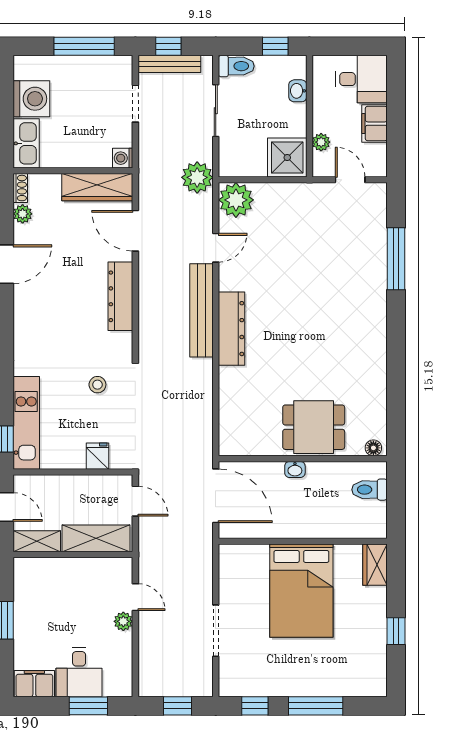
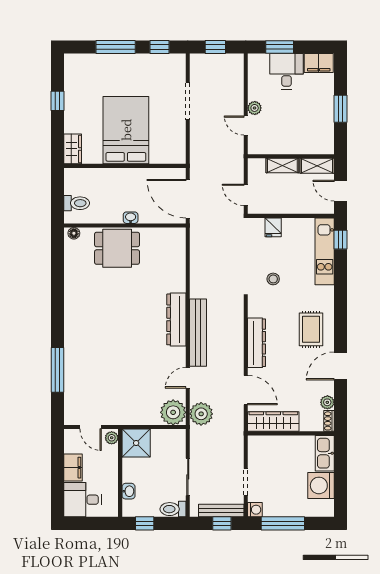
plant: (321, 142) -> (112, 438), moved
washing machine: (123, 158) -> (255, 510), moved
plant: (197, 177) -> (201, 414), moved
rug: (45, 315) -> (311, 329), added
shelving: (96, 538) -> (282, 166), width x0.67, depth x0.75

